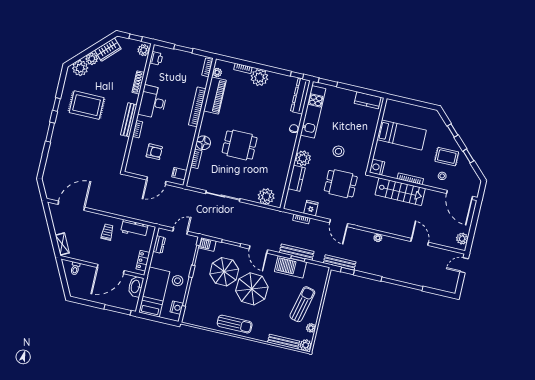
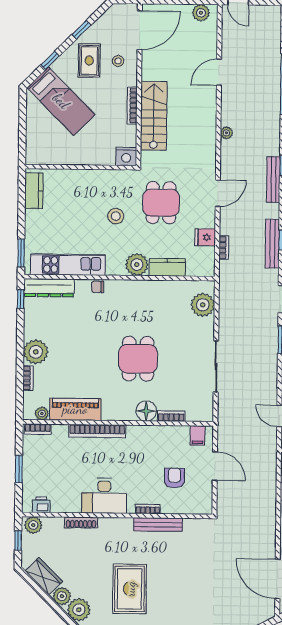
bench: (129, 120) -> (158, 525), moved
bed: (402, 135) -> (61, 101), moved, turned 135

